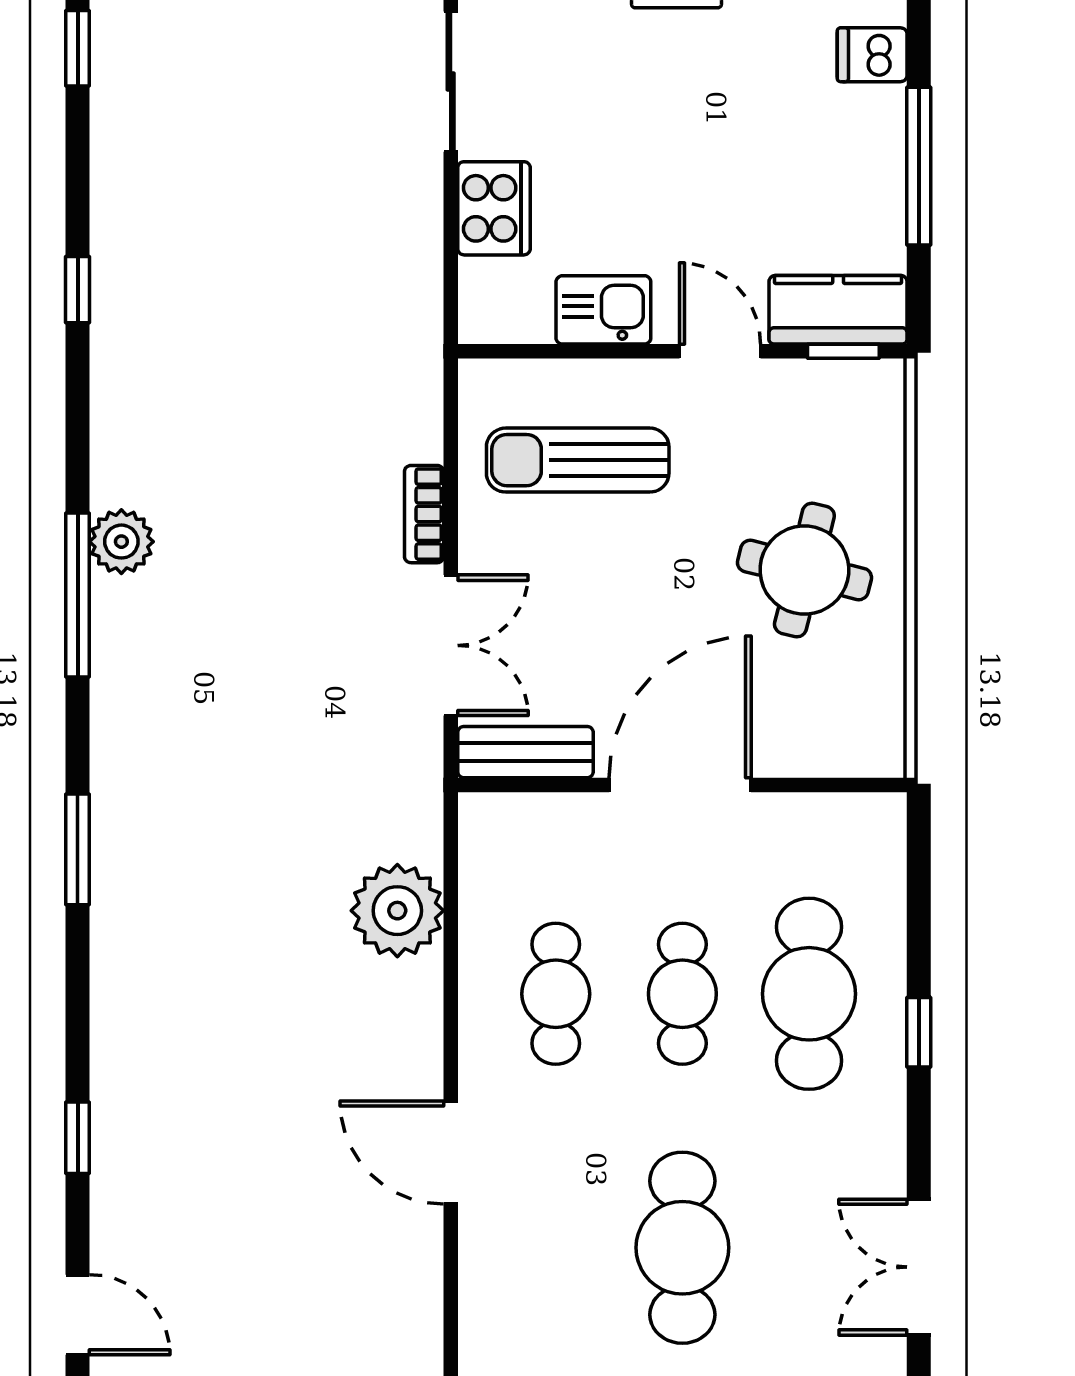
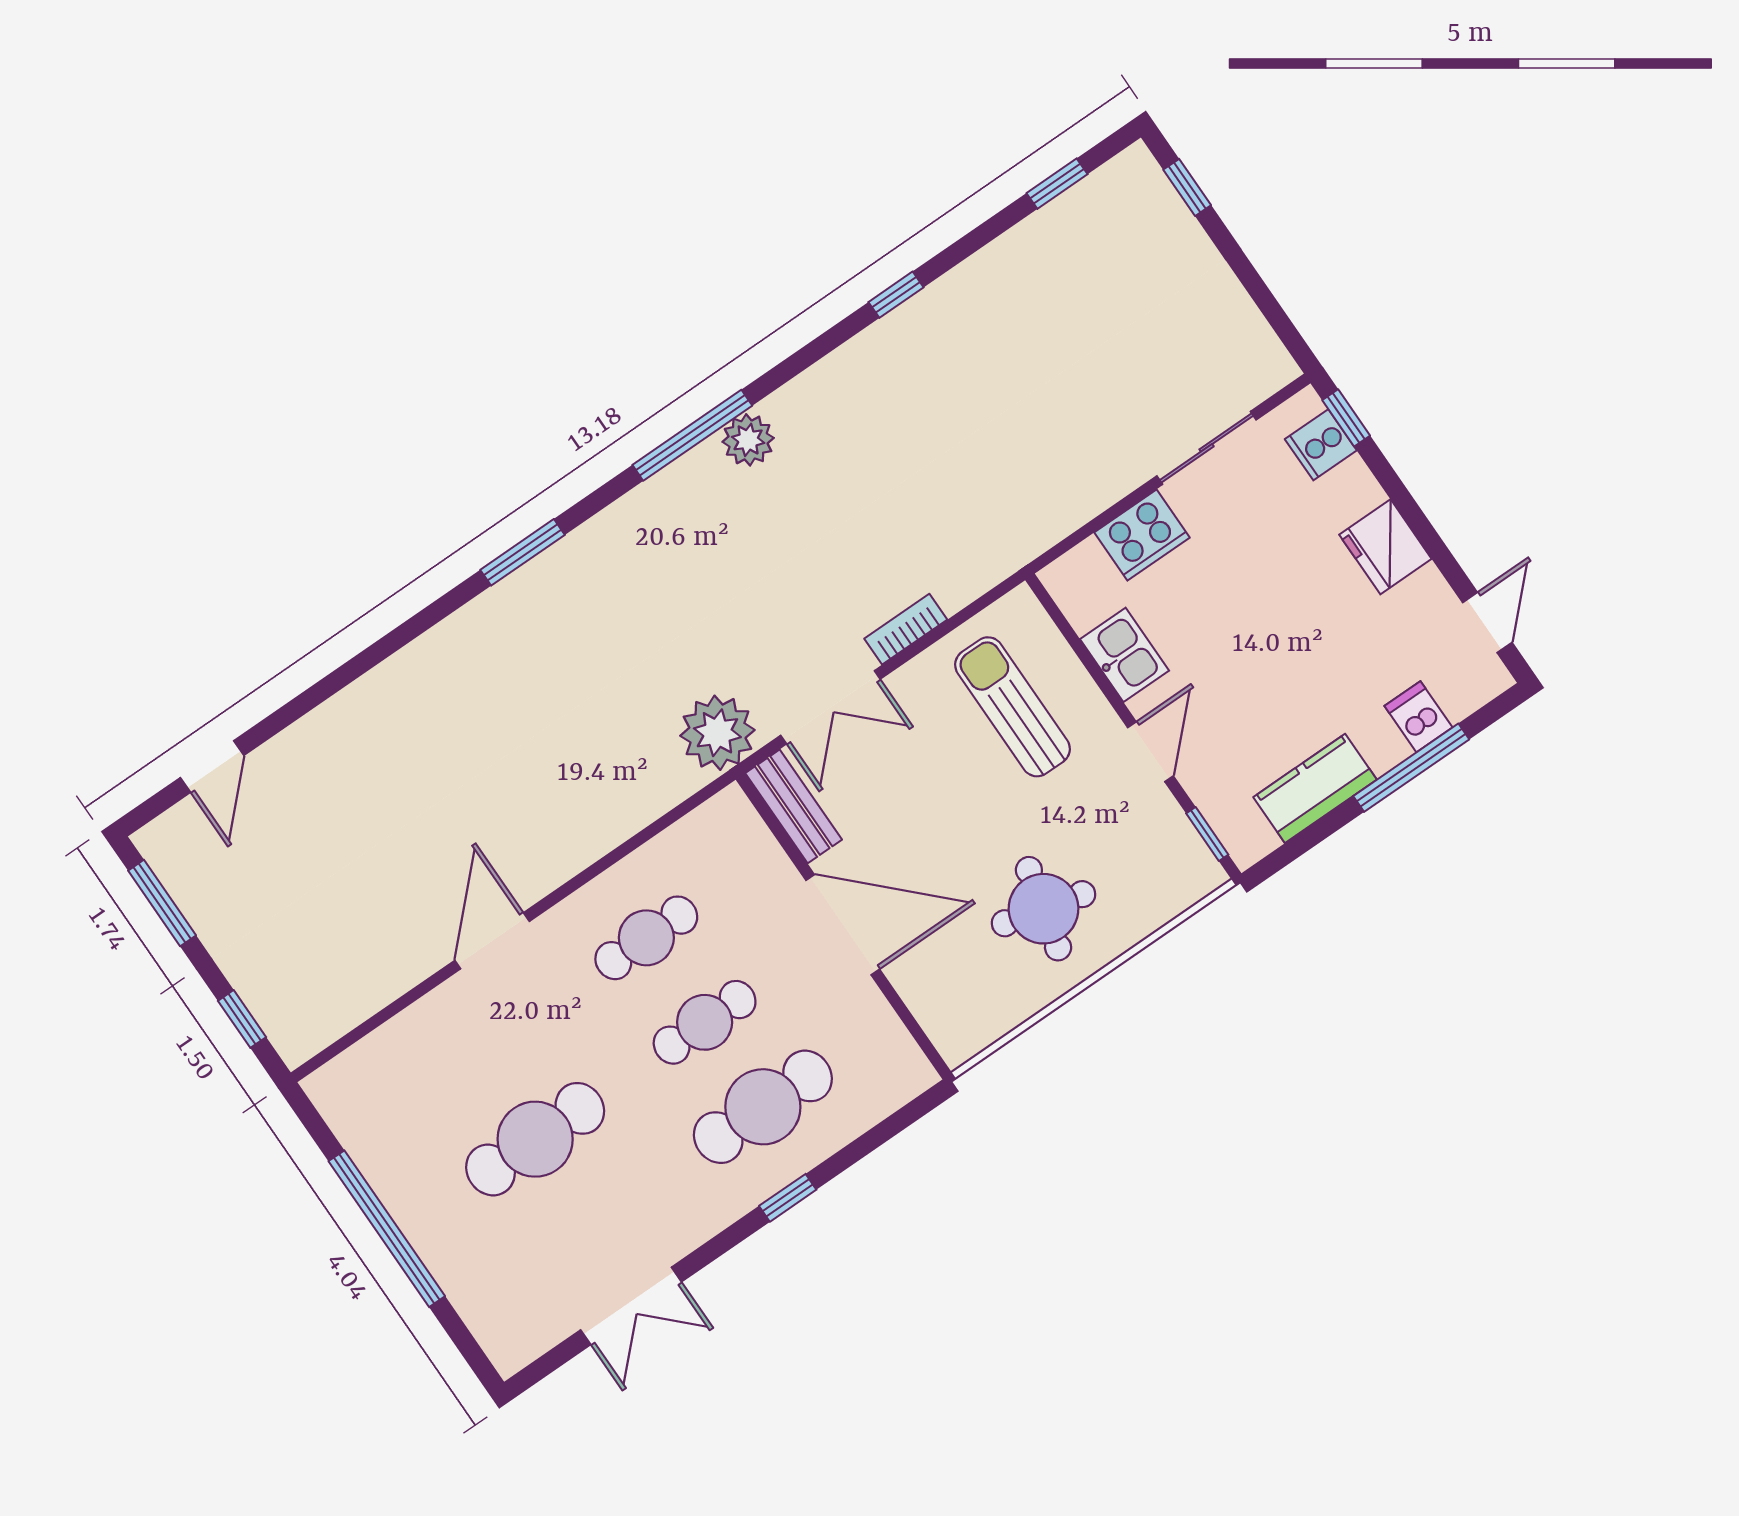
window: (919, 166) -> (1411, 768), moved
kitchen counter: (838, 310) -> (1315, 788), moved, turned -90
plant: (397, 911) -> (717, 733), moved
window: (78, 1138) -> (330, 685), removed
double door: (919, 1267) -> (631, 1306), swing flipped

